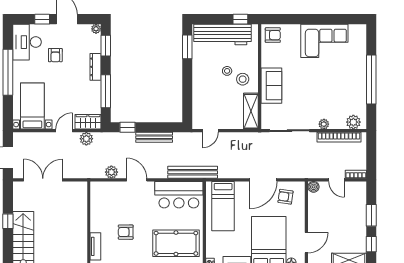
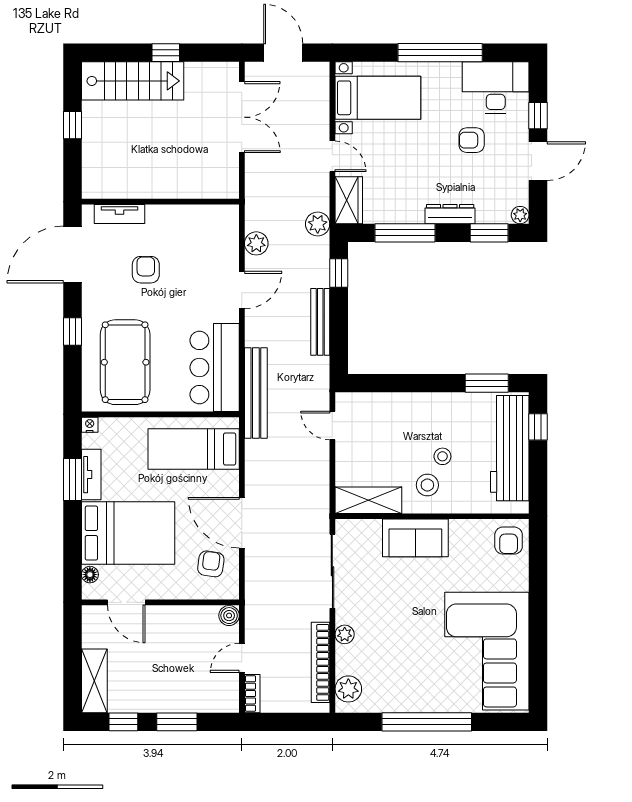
window: (240, 19) -> (538, 427), moved
corner sofa: (324, 41) -> (487, 651), width x1.36, depth x1.36
plant: (86, 139) -> (318, 224), moved

